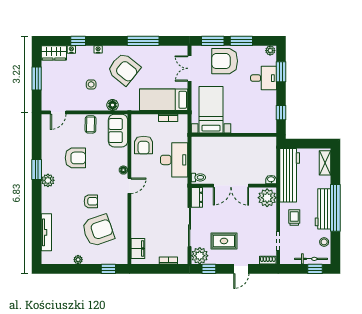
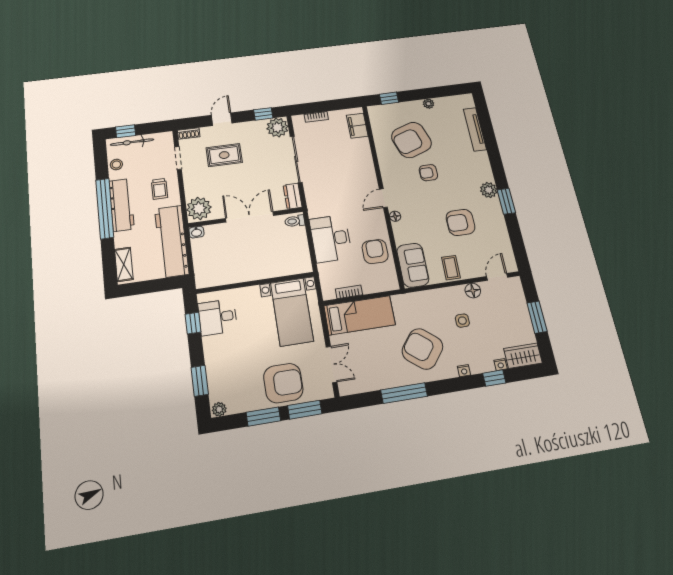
desk: (263, 78) -> (218, 317), moved
floor lamp: (113, 105) -> (473, 291), moved
rug: (224, 241) -> (224, 155), moved

